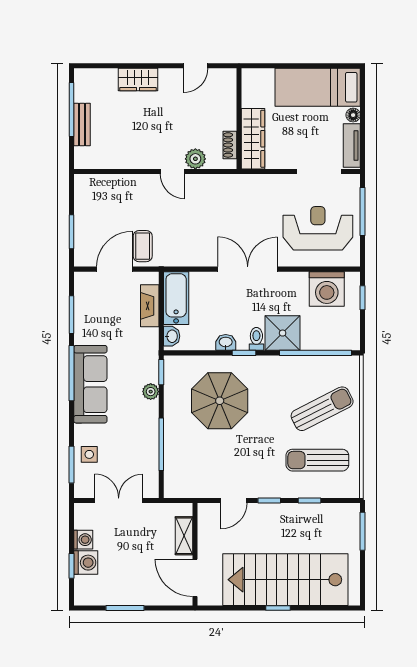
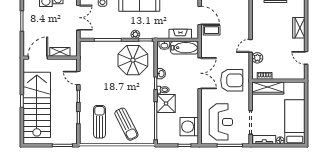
armchair: (238, 208) -> (232, 80), added
double door: (248, 269) -> (200, 73), moved
parasol: (220, 401) -> (133, 60), moved

